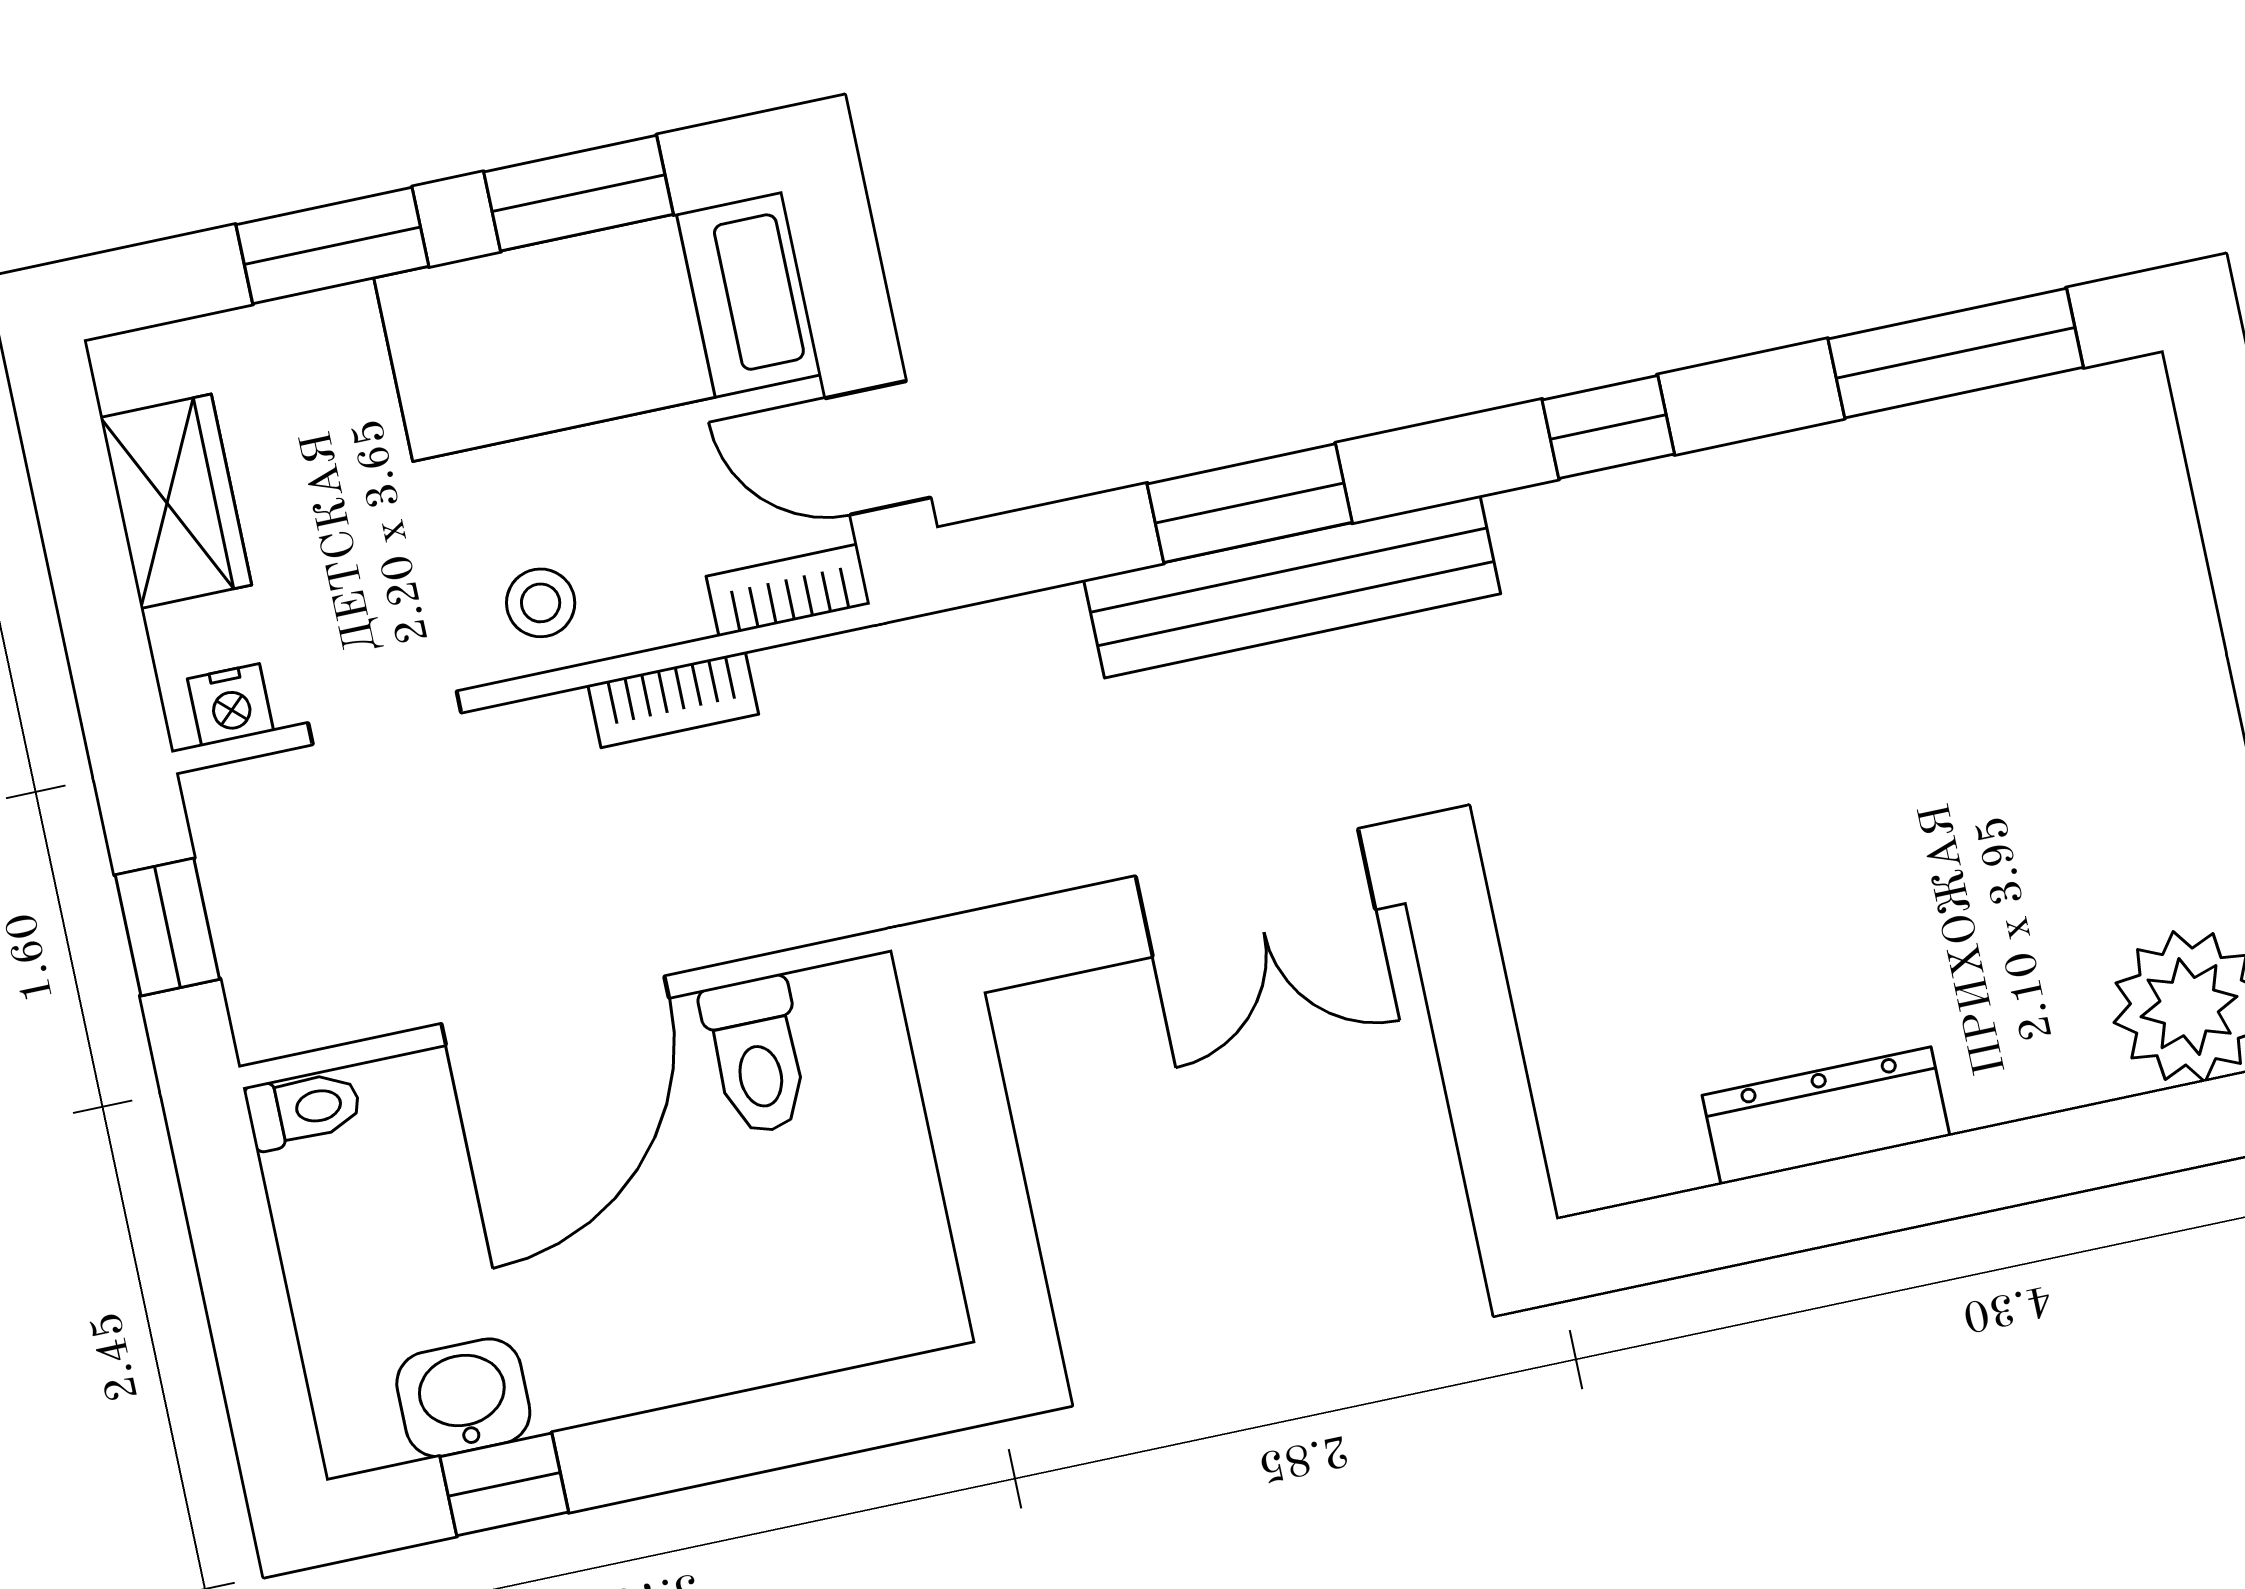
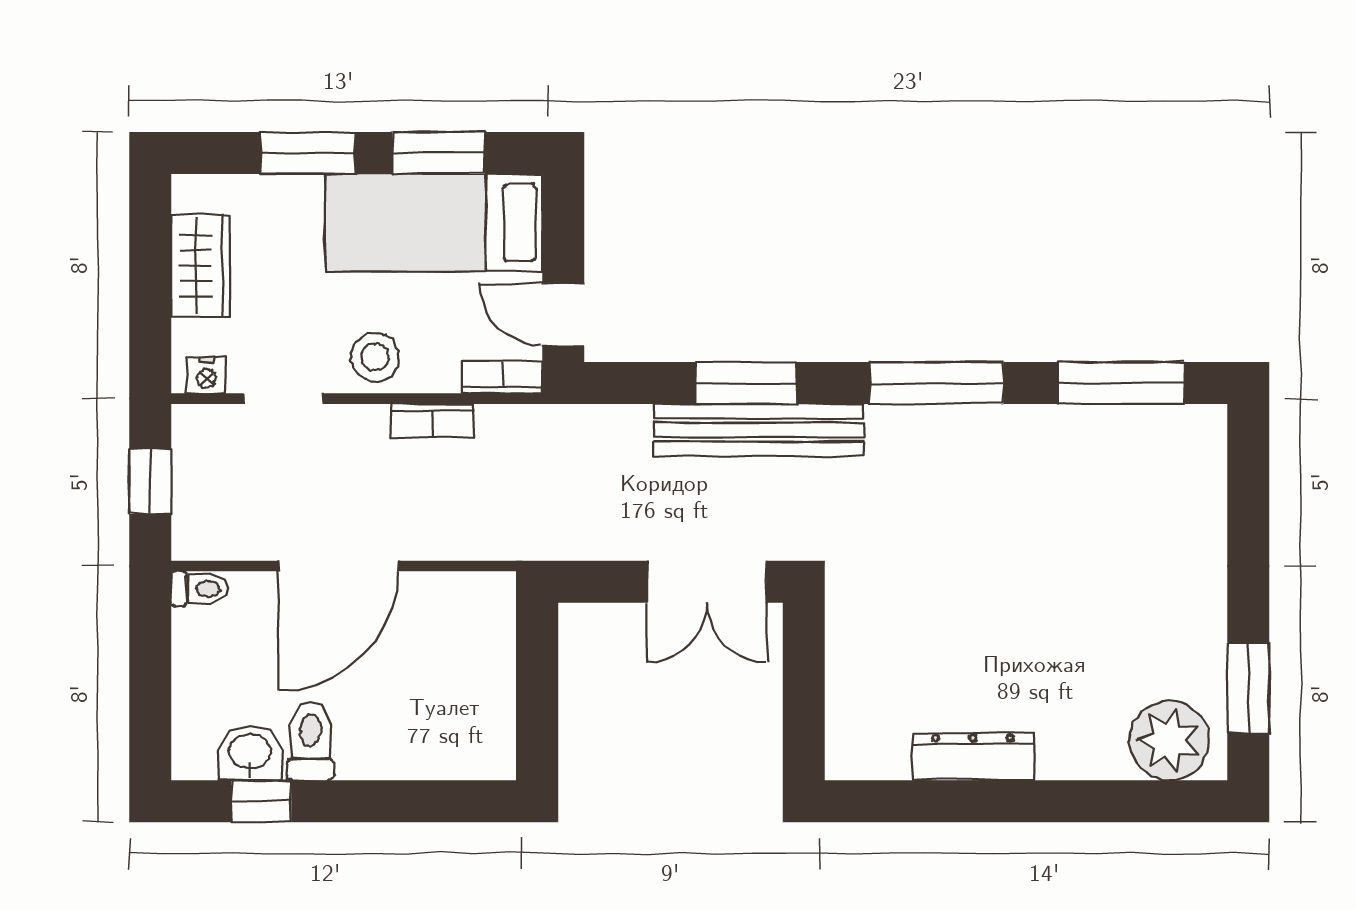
window: (1608, 427) -> (937, 383), width x2.17
stool: (541, 603) -> (375, 357), width x1.37, depth x1.37
toilet: (756, 1056) -> (310, 741), moved, turned 180

